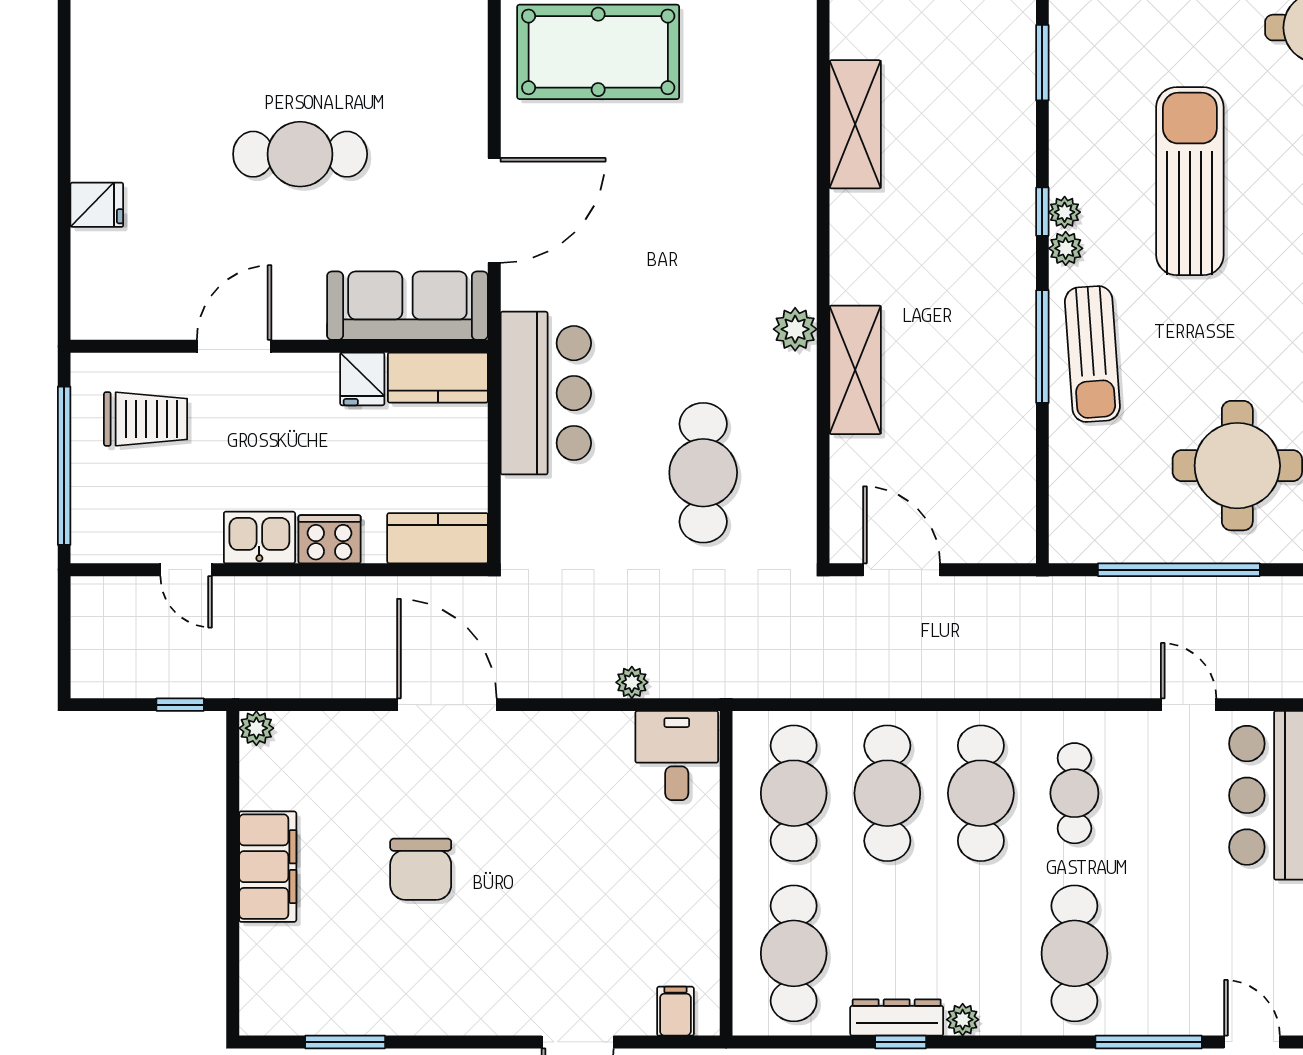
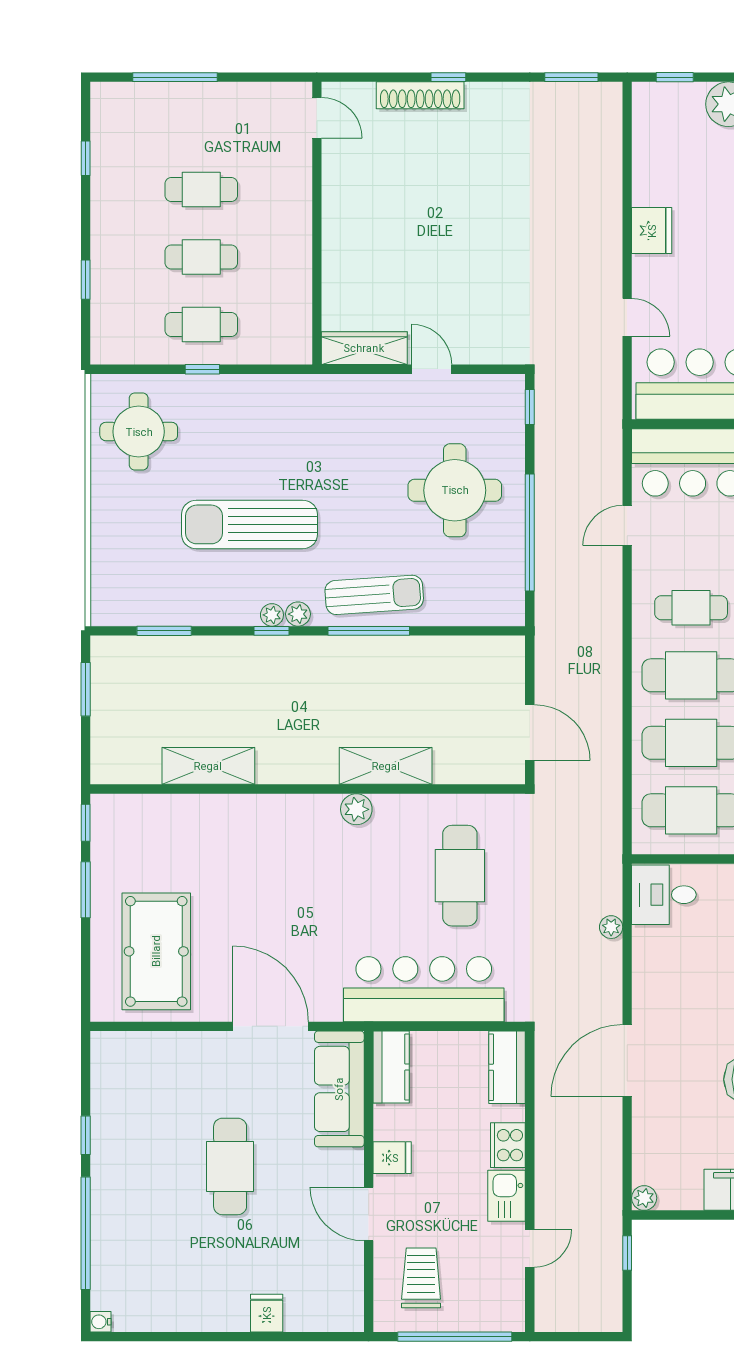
fridge: (362, 379) -> (392, 1158), moved
bar counter: (546, 393) -> (424, 989), width x1.36
cafe table: (703, 473) -> (460, 876), turned 90
door: (902, 570) -> (530, 732), swing flipped

